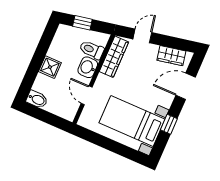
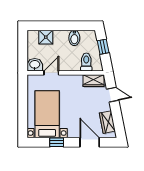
wardrobe: (114, 57) -> (93, 81), width x0.67
shower: (50, 67) -> (46, 37), moved
washbasin: (88, 67) -> (35, 65), moved
bidet: (37, 99) -> (74, 38), moved

